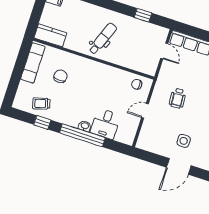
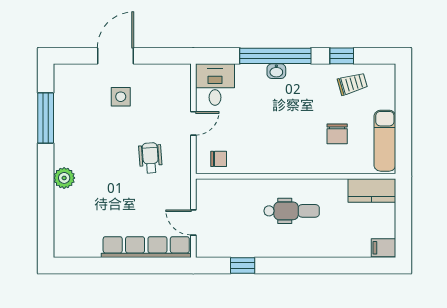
dental chair: (103, 39) -> (292, 211), turned -111
desk: (105, 124) -> (215, 85), moved

